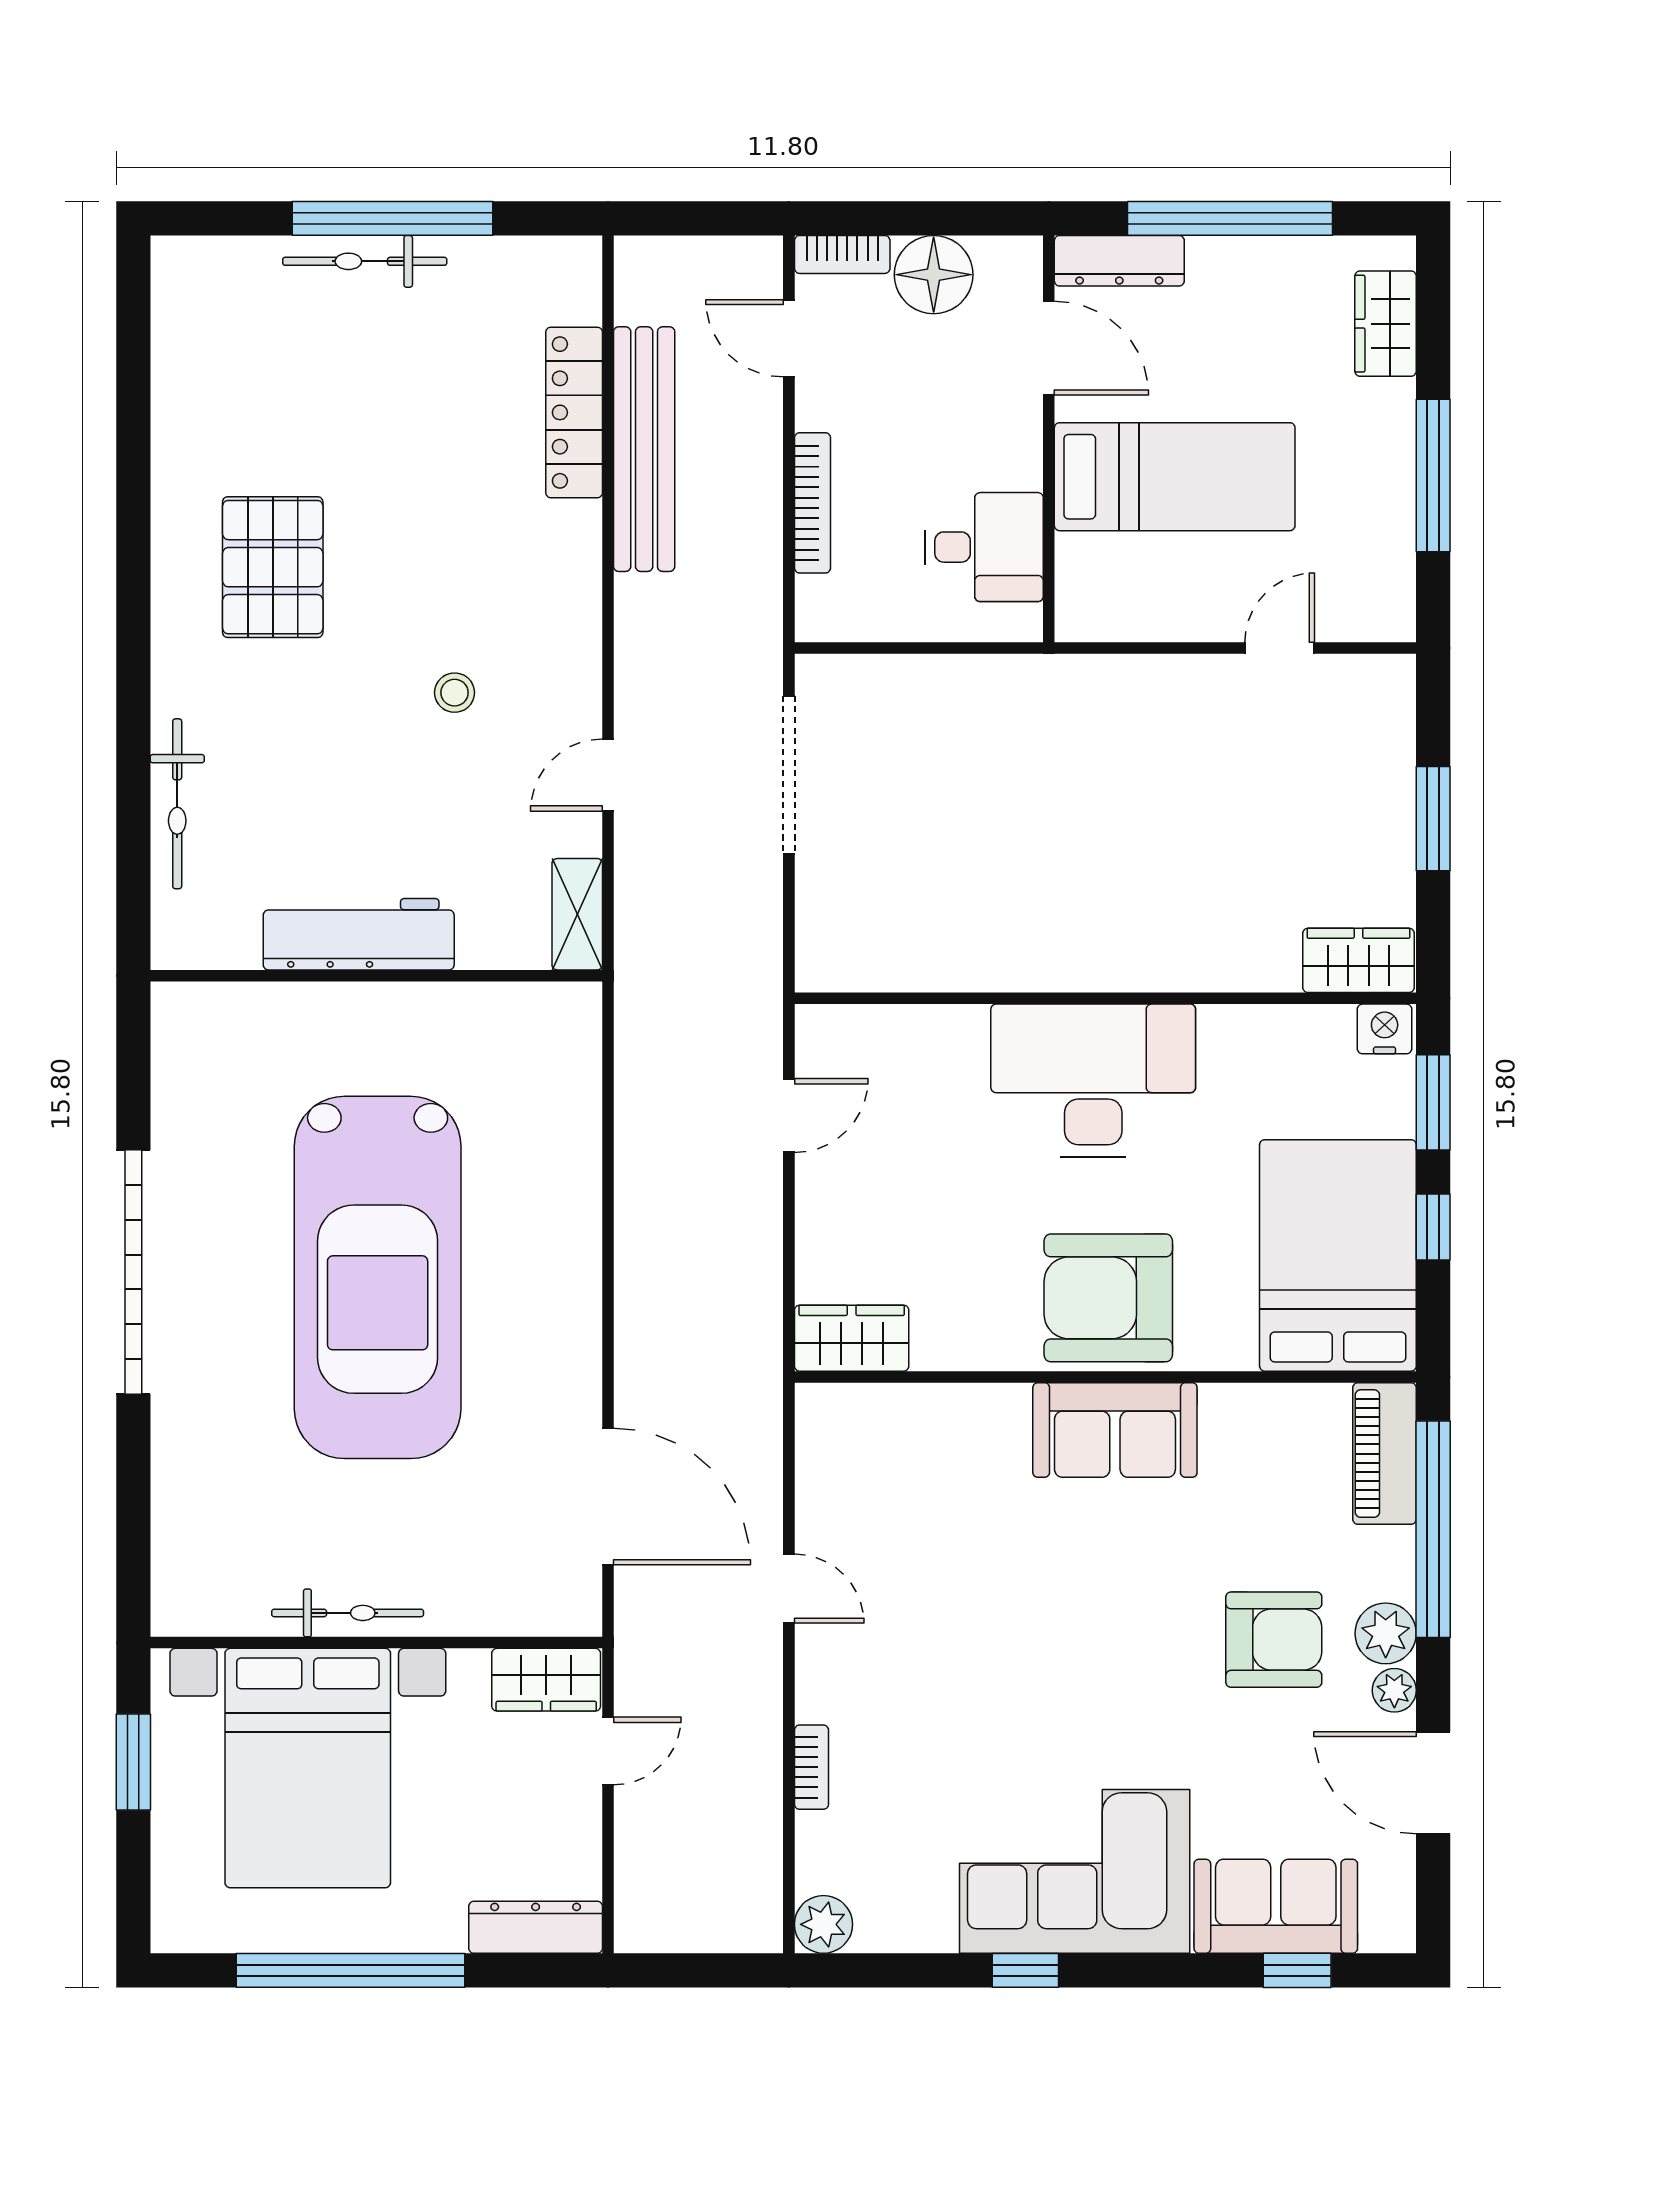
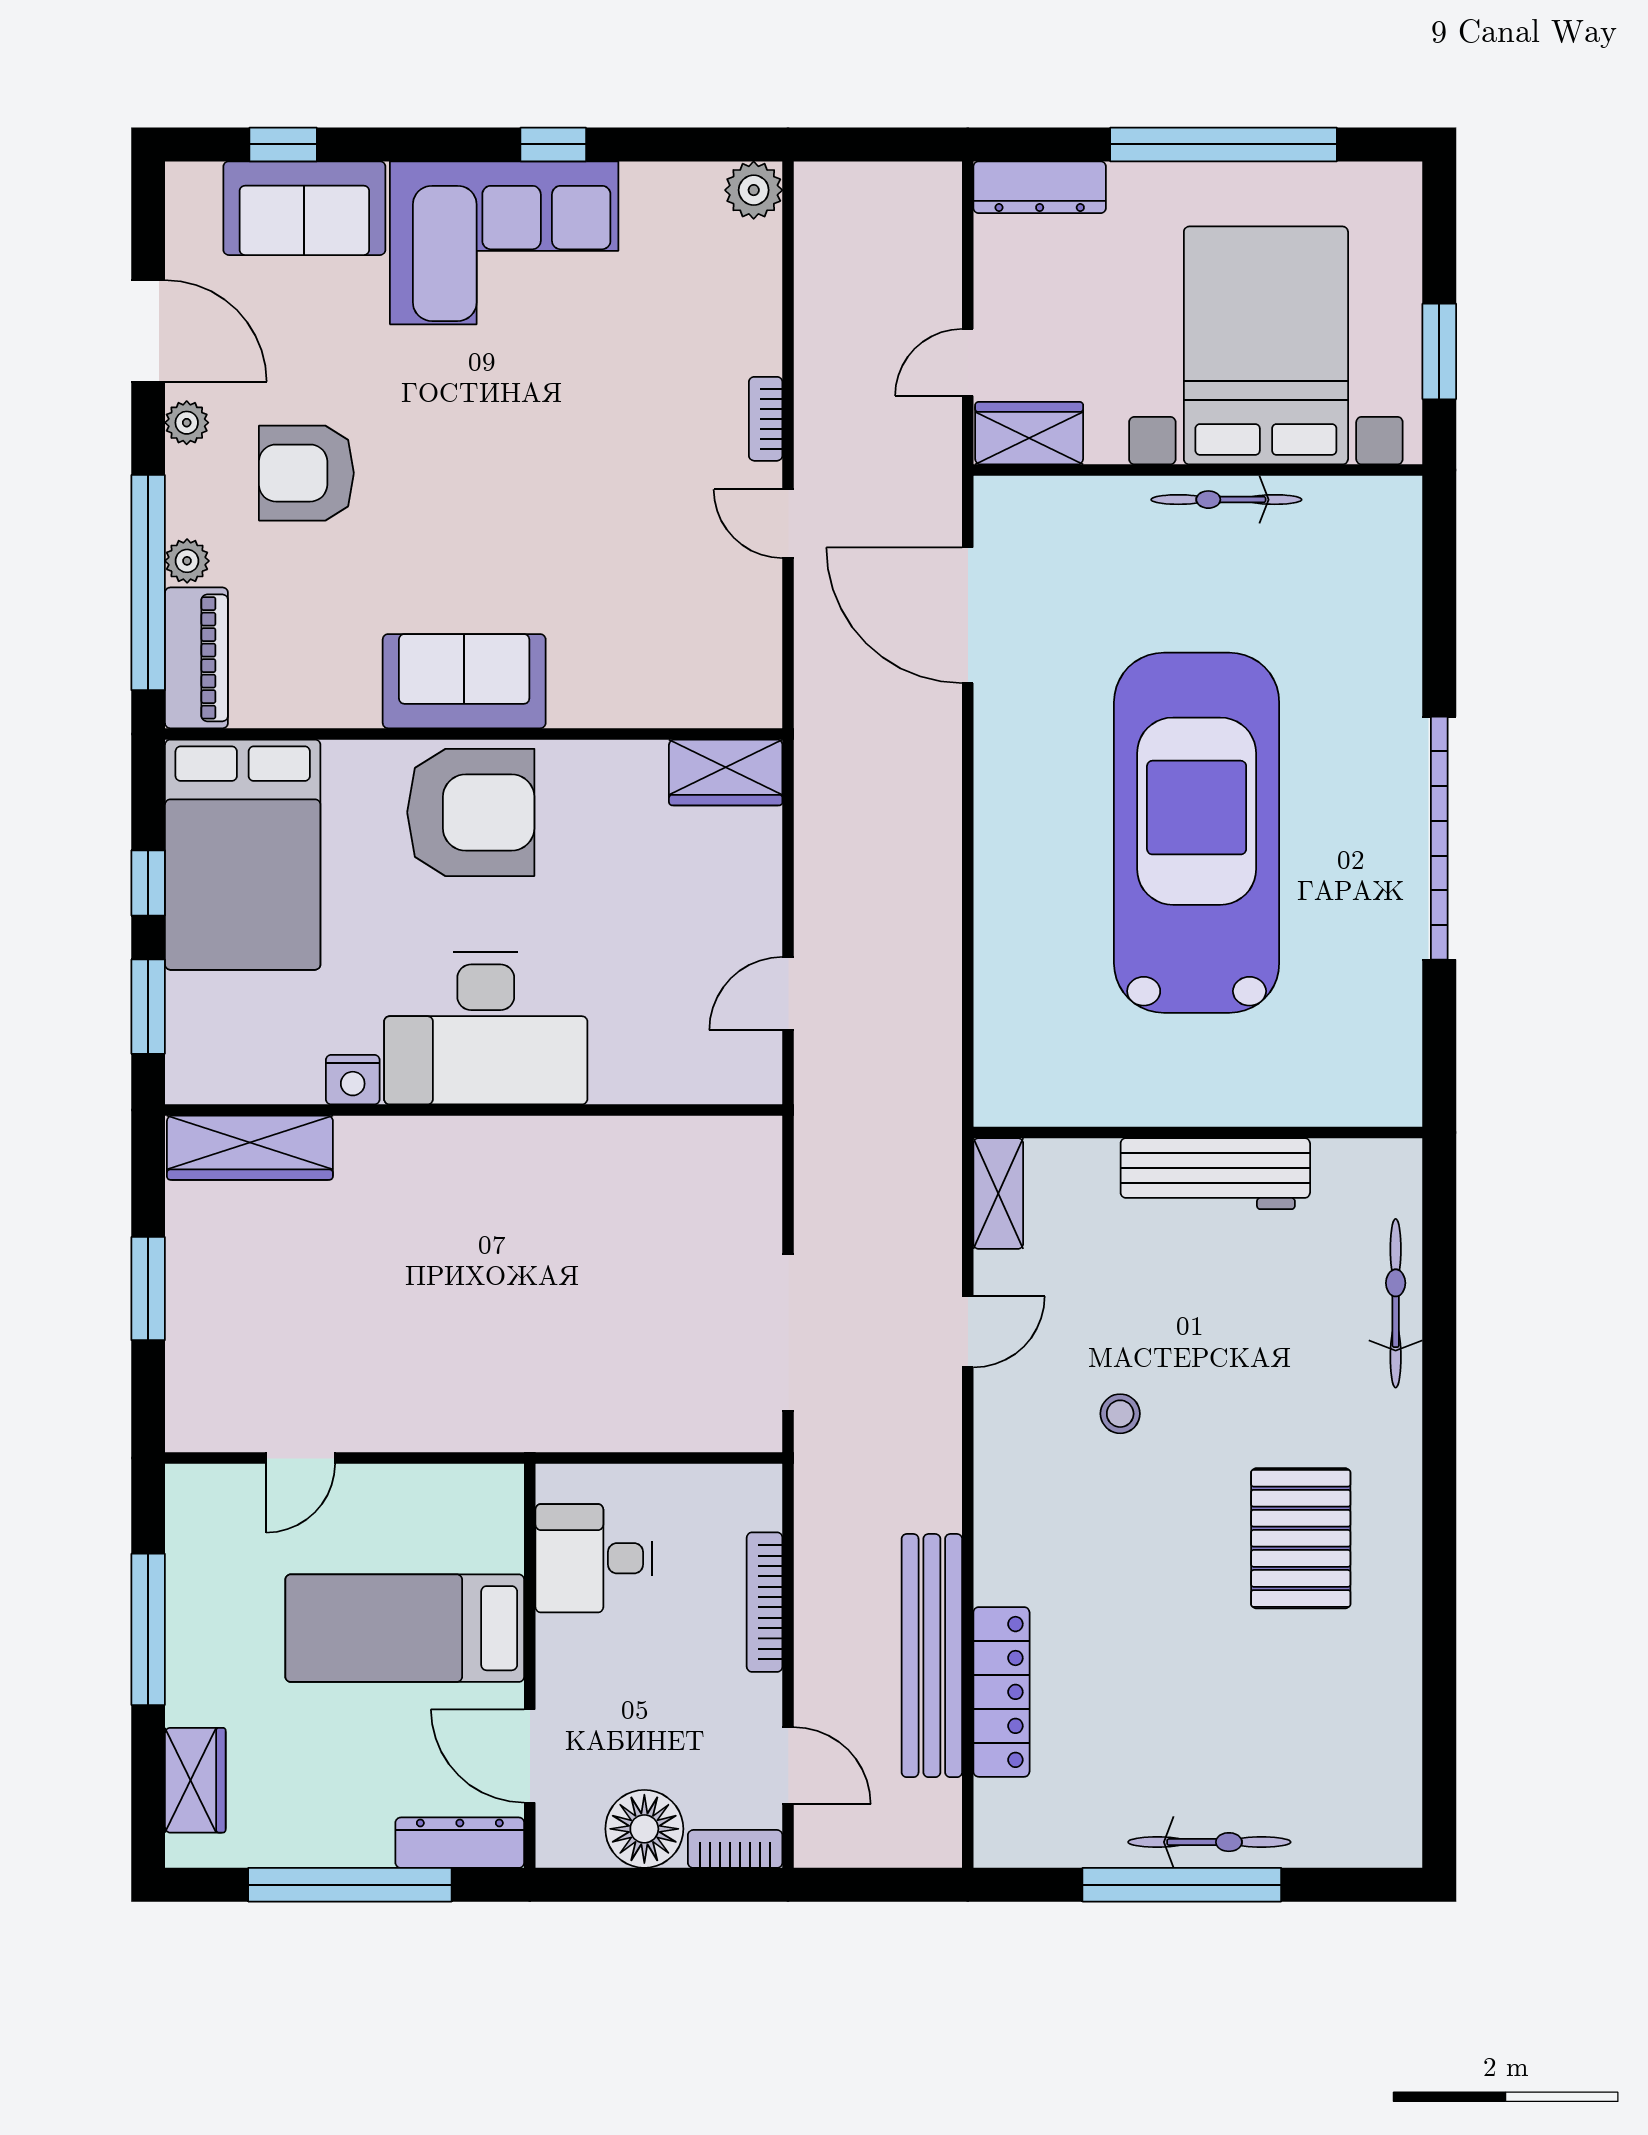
wardrobe: (1358, 960) -> (250, 1148), width x1.50
nightstand: (1385, 1029) -> (353, 1080), moved
plant: (1386, 1633) -> (187, 561), moved, width x0.73, depth x0.73
bookcase: (811, 1767) -> (766, 419), moved

